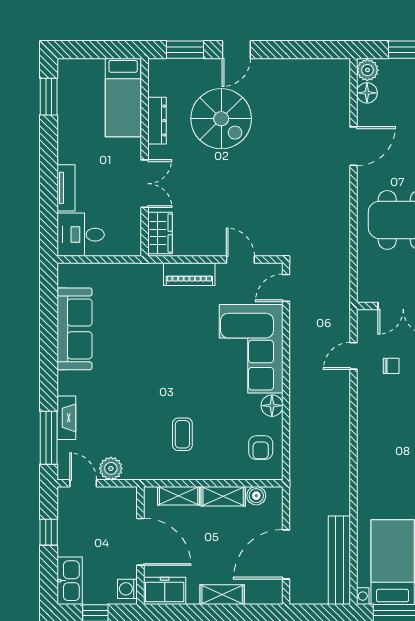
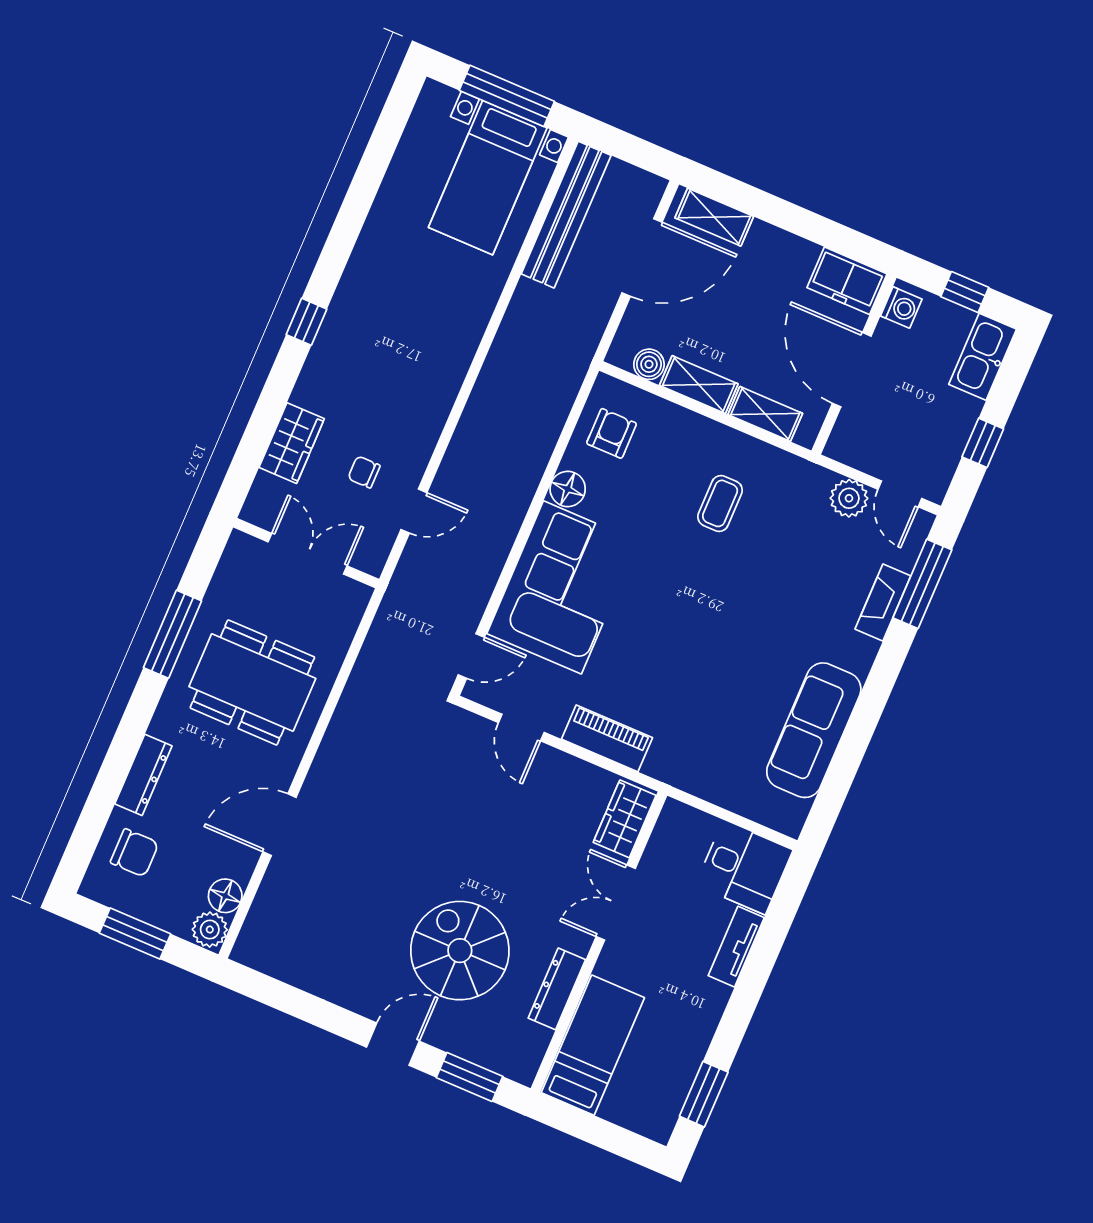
shelving: (222, 595) -> (714, 217), moved

